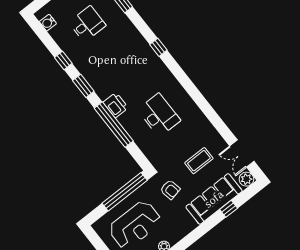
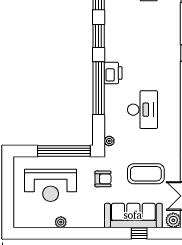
plant: (153, 158) -> (109, 141), added
coffee table: (199, 161) -> (146, 174), width x1.36, depth x1.32
armchair: (170, 190) -> (103, 179), turned -78

